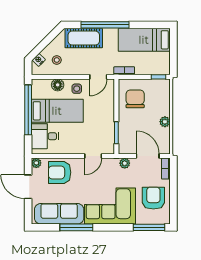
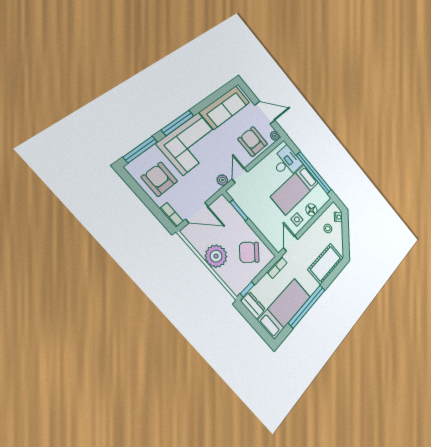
window: (105, 25) -> (307, 306), moved
dresser: (164, 63) -> (253, 305), added
chair: (135, 99) -> (249, 252), turned 131
plant: (165, 122) -> (216, 256), width x1.88, depth x1.88
plant: (125, 163) -> (222, 180), moved
armchair: (60, 172) -> (253, 142), turned -90
armchair: (153, 198) -> (159, 179), turned 180
window: (76, 227) -> (178, 123), moved

